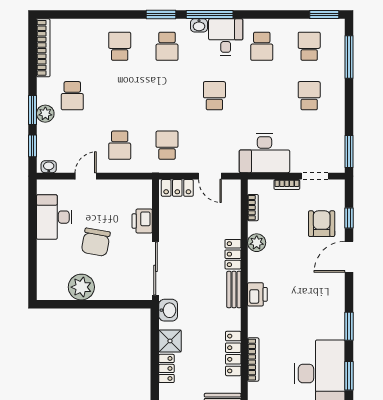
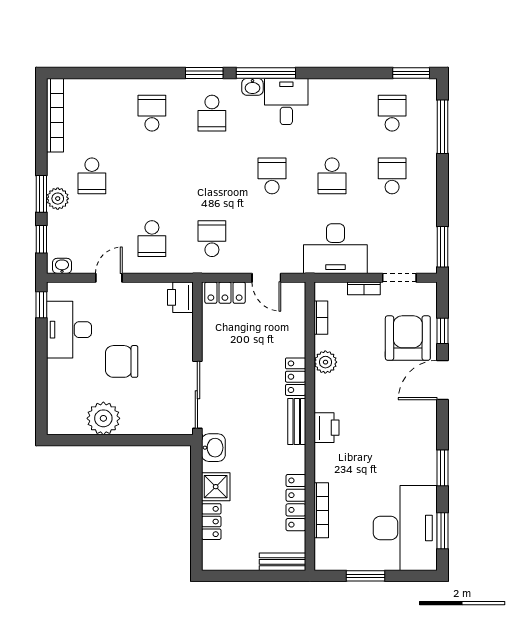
school desk: (262, 46) -> (332, 176), moved
window: (32, 197) -> (41, 305), added
printer: (142, 221) -> (180, 297), moved
armchair: (322, 224) -> (408, 338), width x1.36, depth x1.36
chair: (96, 242) -> (122, 361), turned 80

